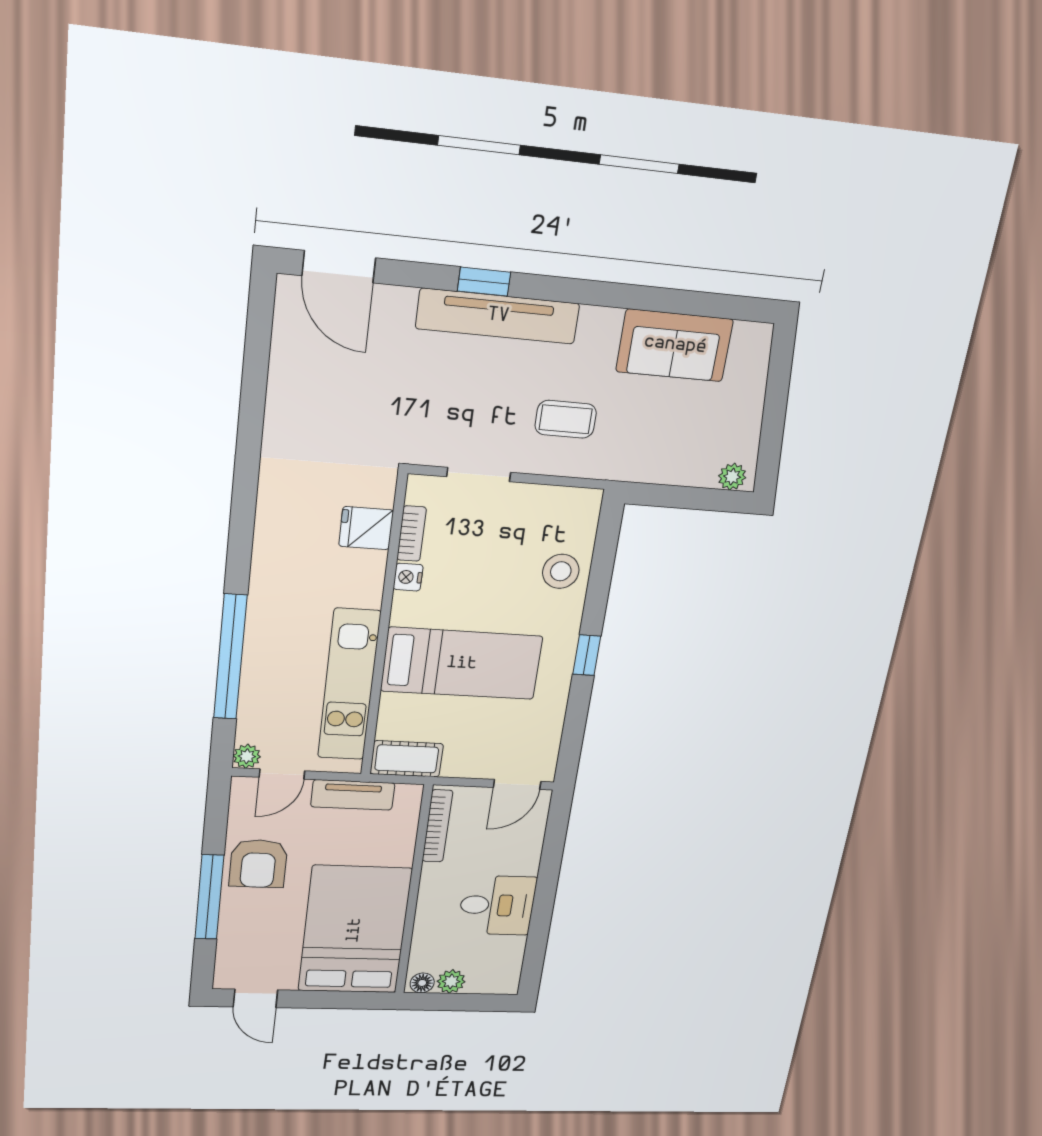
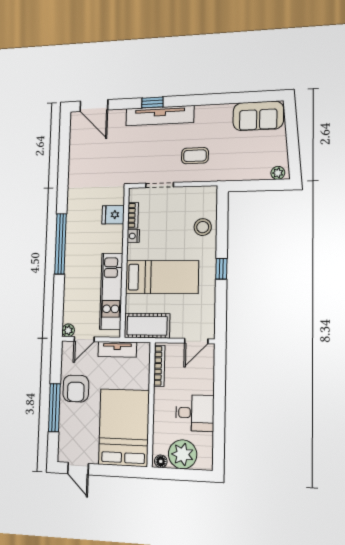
sofa: (675, 345) -> (258, 116), moved
window: (230, 657) -> (61, 244), moved
cot: (407, 759) -> (147, 326), width x1.37, depth x1.34
plant: (451, 981) -> (183, 454), width x1.87, depth x1.87

